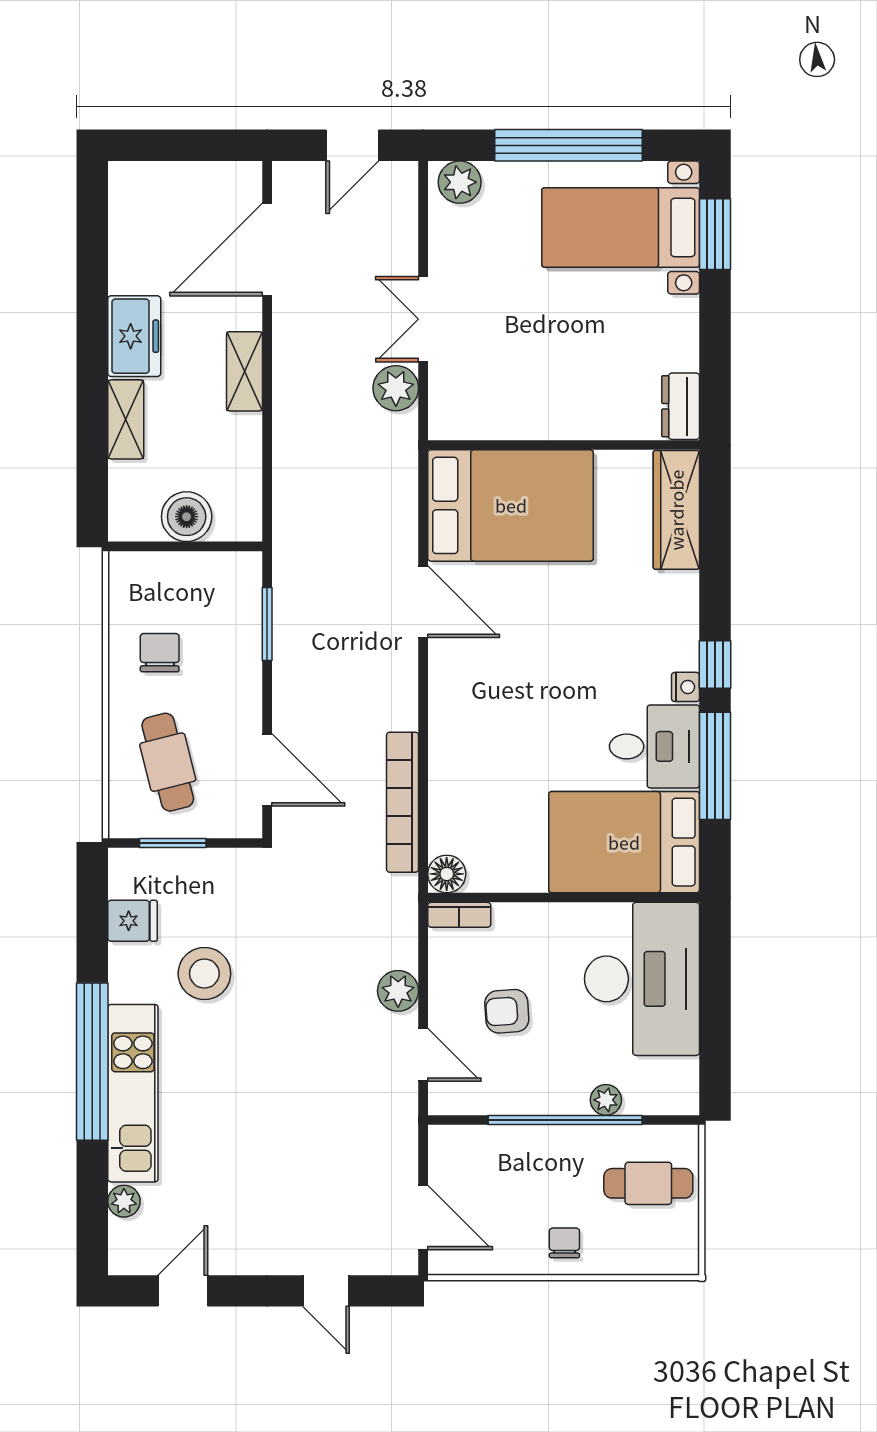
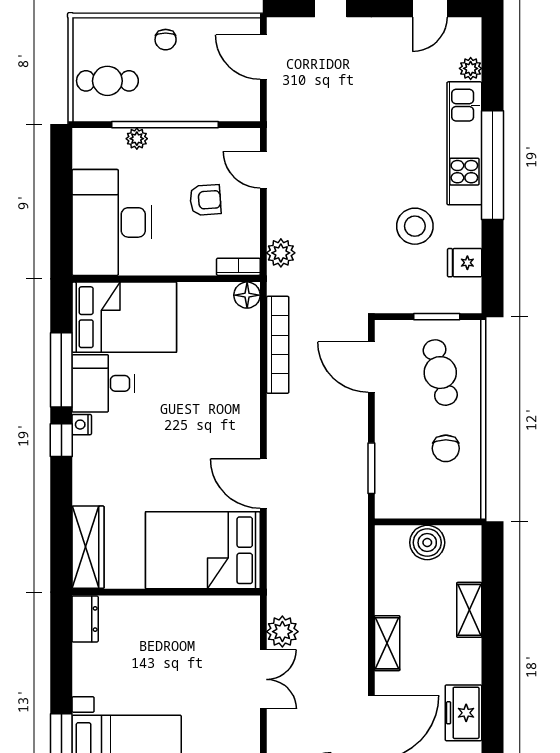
freezer: (134, 336) -> (463, 713), moved
plant: (398, 991) -> (281, 253), moved

